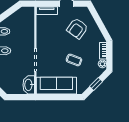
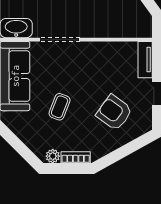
window: (96, 84) -> (18, 145), removed

